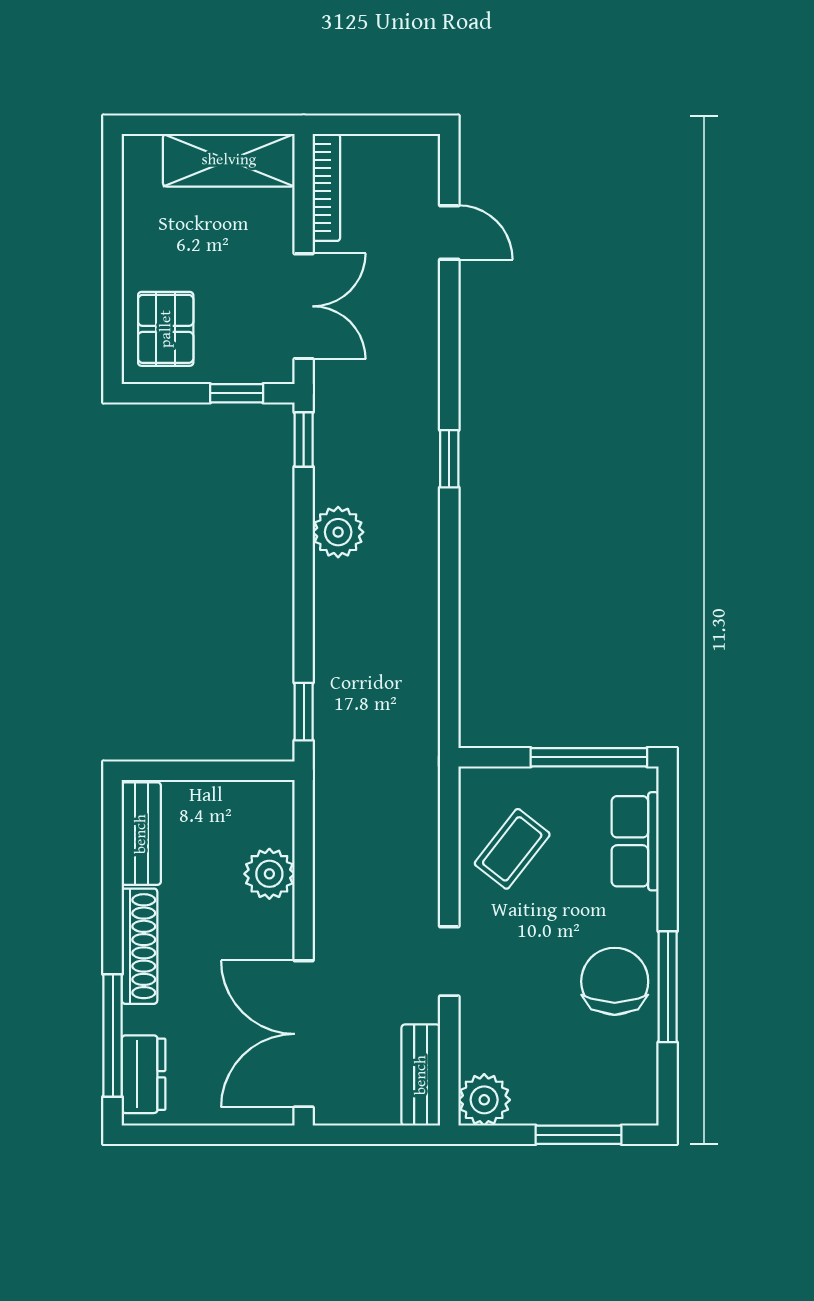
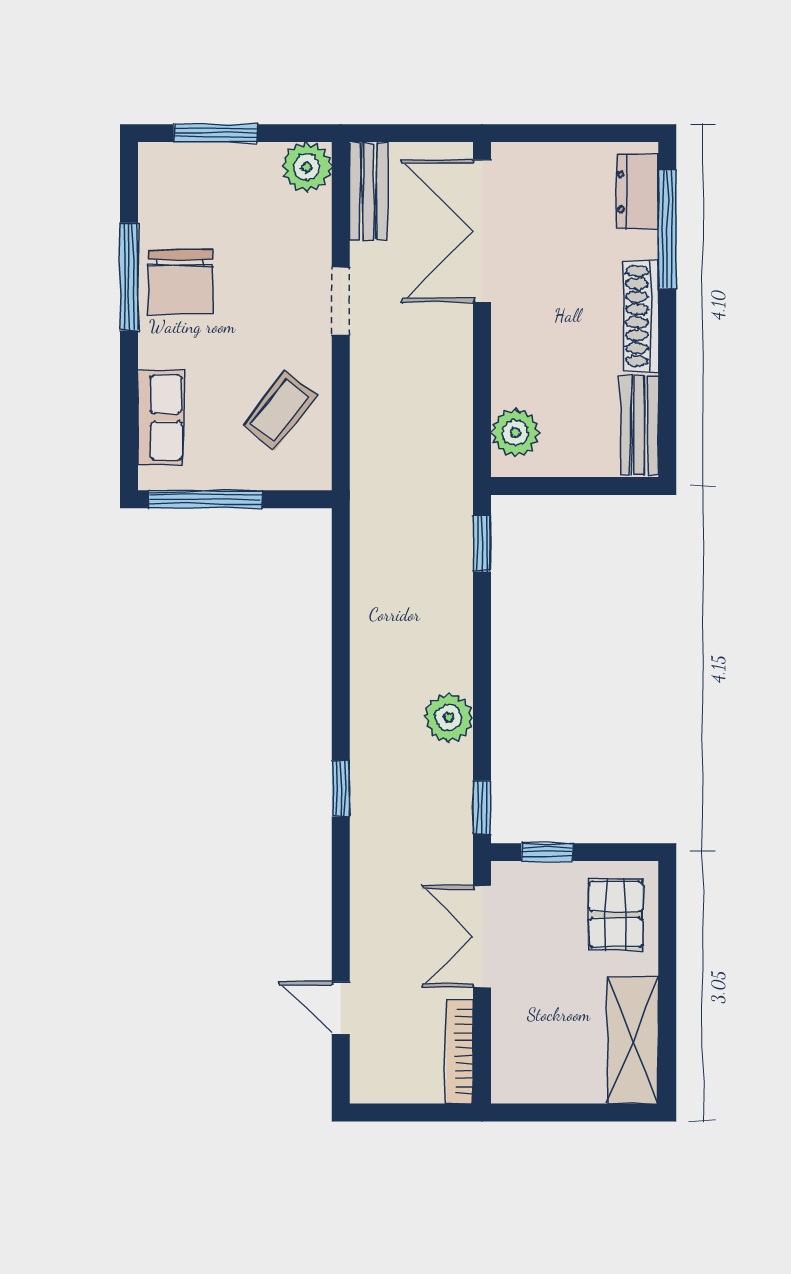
shelving: (229, 160) -> (633, 1040), moved, turned 90
plant: (269, 874) -> (515, 433), moved
double door: (304, 1034) -> (482, 231), swing flipped

